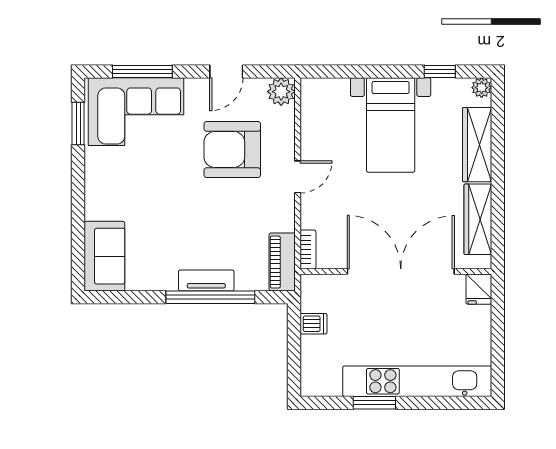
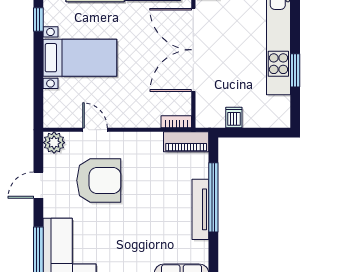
door: (226, 71) -> (38, 185), swing flipped
armchair: (232, 149) -> (99, 180), turned -90
door: (298, 177) -> (95, 130), moved
tv unit: (206, 280) -> (200, 209), width x1.41

